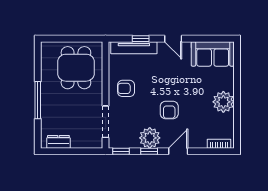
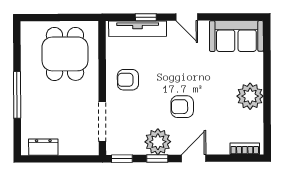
armchair: (169, 110) -> (182, 107), turned 90

